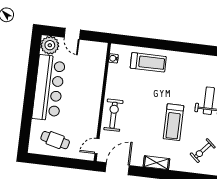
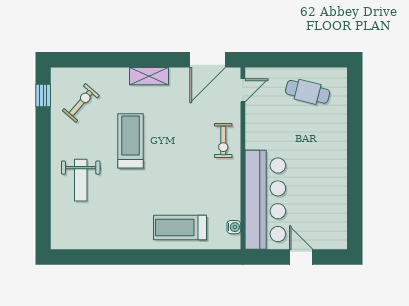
plant: (50, 45) -> (333, 235), removed
bar counter: (49, 88) -> (265, 200), moved, turned 180
exercise bike: (113, 115) -> (223, 141), width x0.73, depth x0.72

